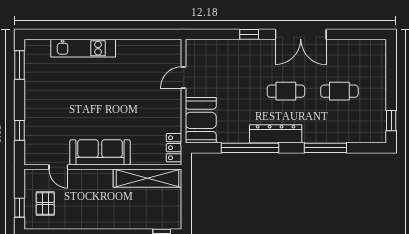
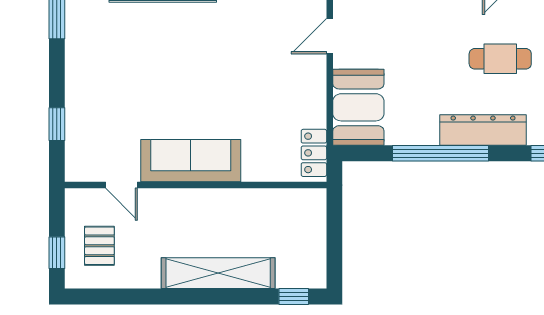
shelving: (147, 178) -> (218, 273), moved

